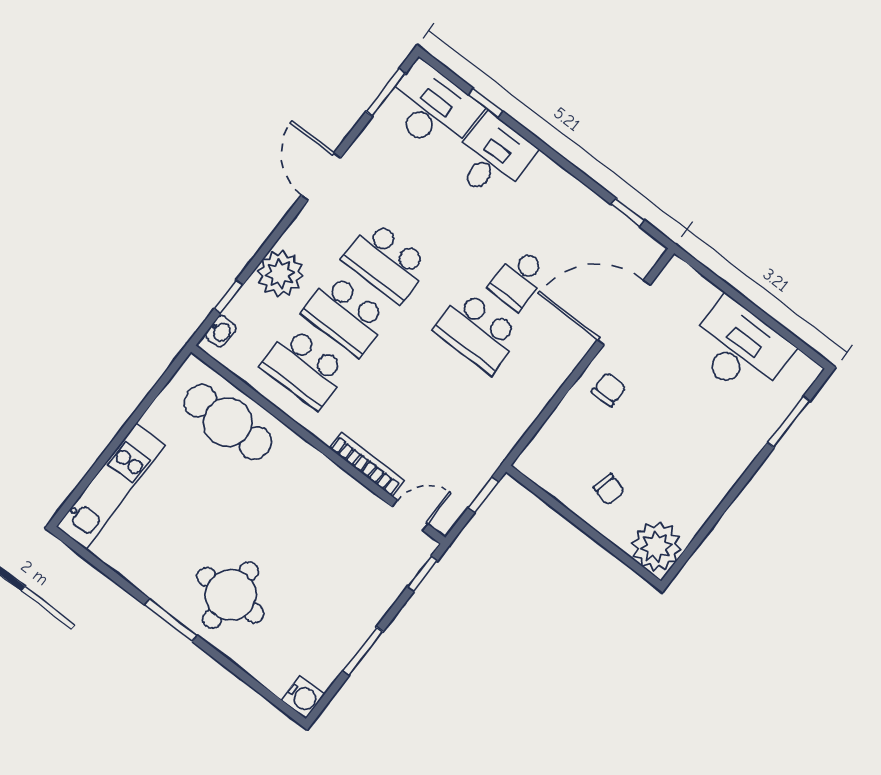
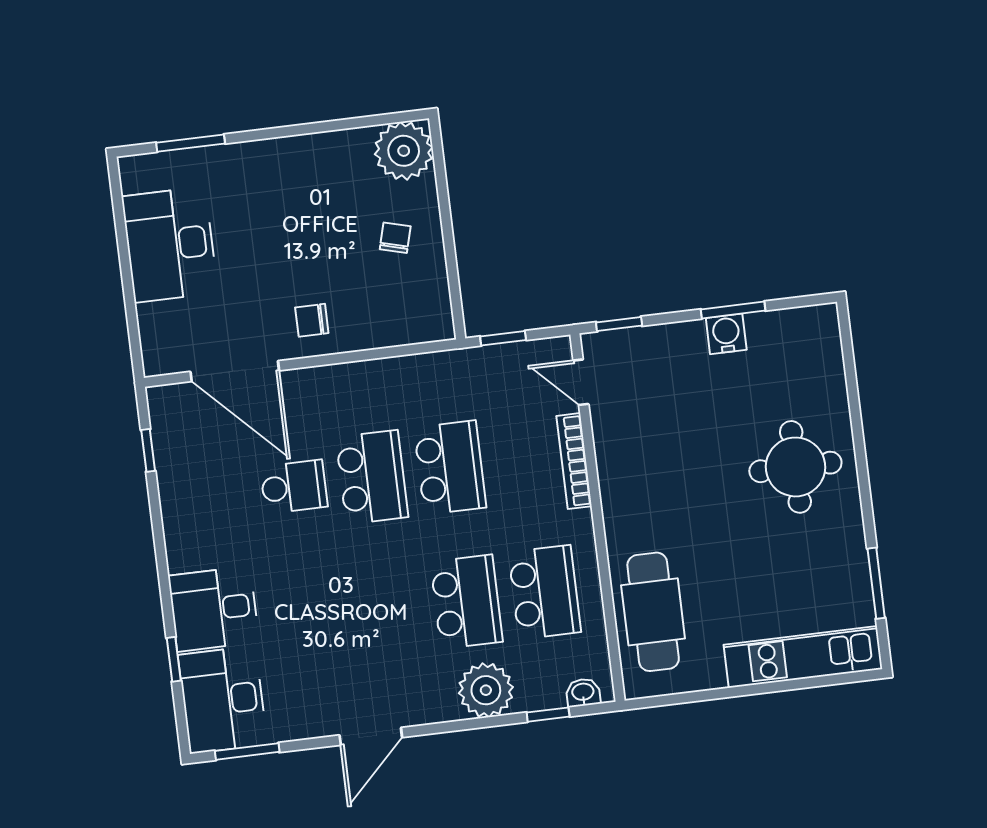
school desk: (386, 262) -> (450, 468), moved
window: (171, 620) -> (876, 583), moved
water cooler: (303, 697) -> (726, 334), moved

